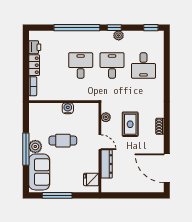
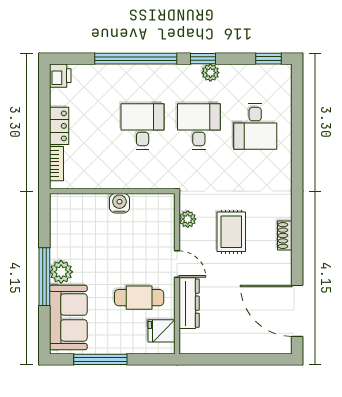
printer: (35, 47) -> (60, 76), moved
cafe table: (63, 141) -> (139, 298), moved

